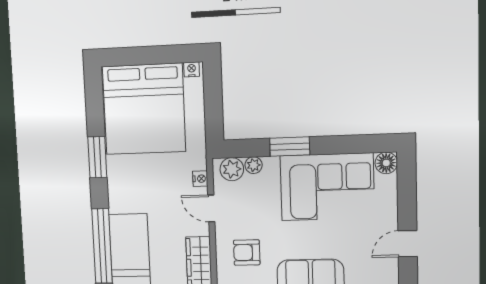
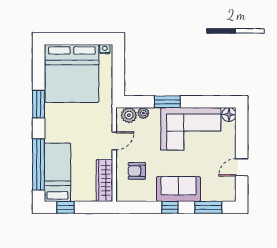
nightstand: (200, 179) -> (108, 121), removed
door: (211, 208) -> (114, 141), swing flipped

